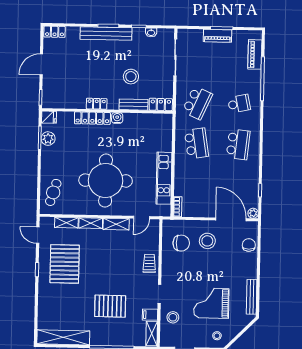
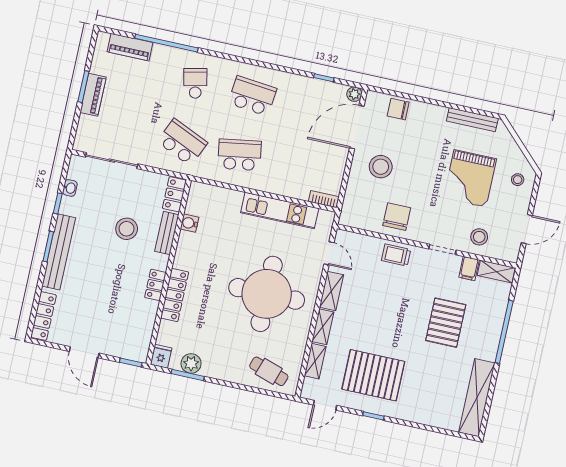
locker: (55, 32) -> (43, 316), width x1.53
water cooler: (117, 118) -> (189, 223), moved
chair: (181, 243) -> (397, 217), moved

